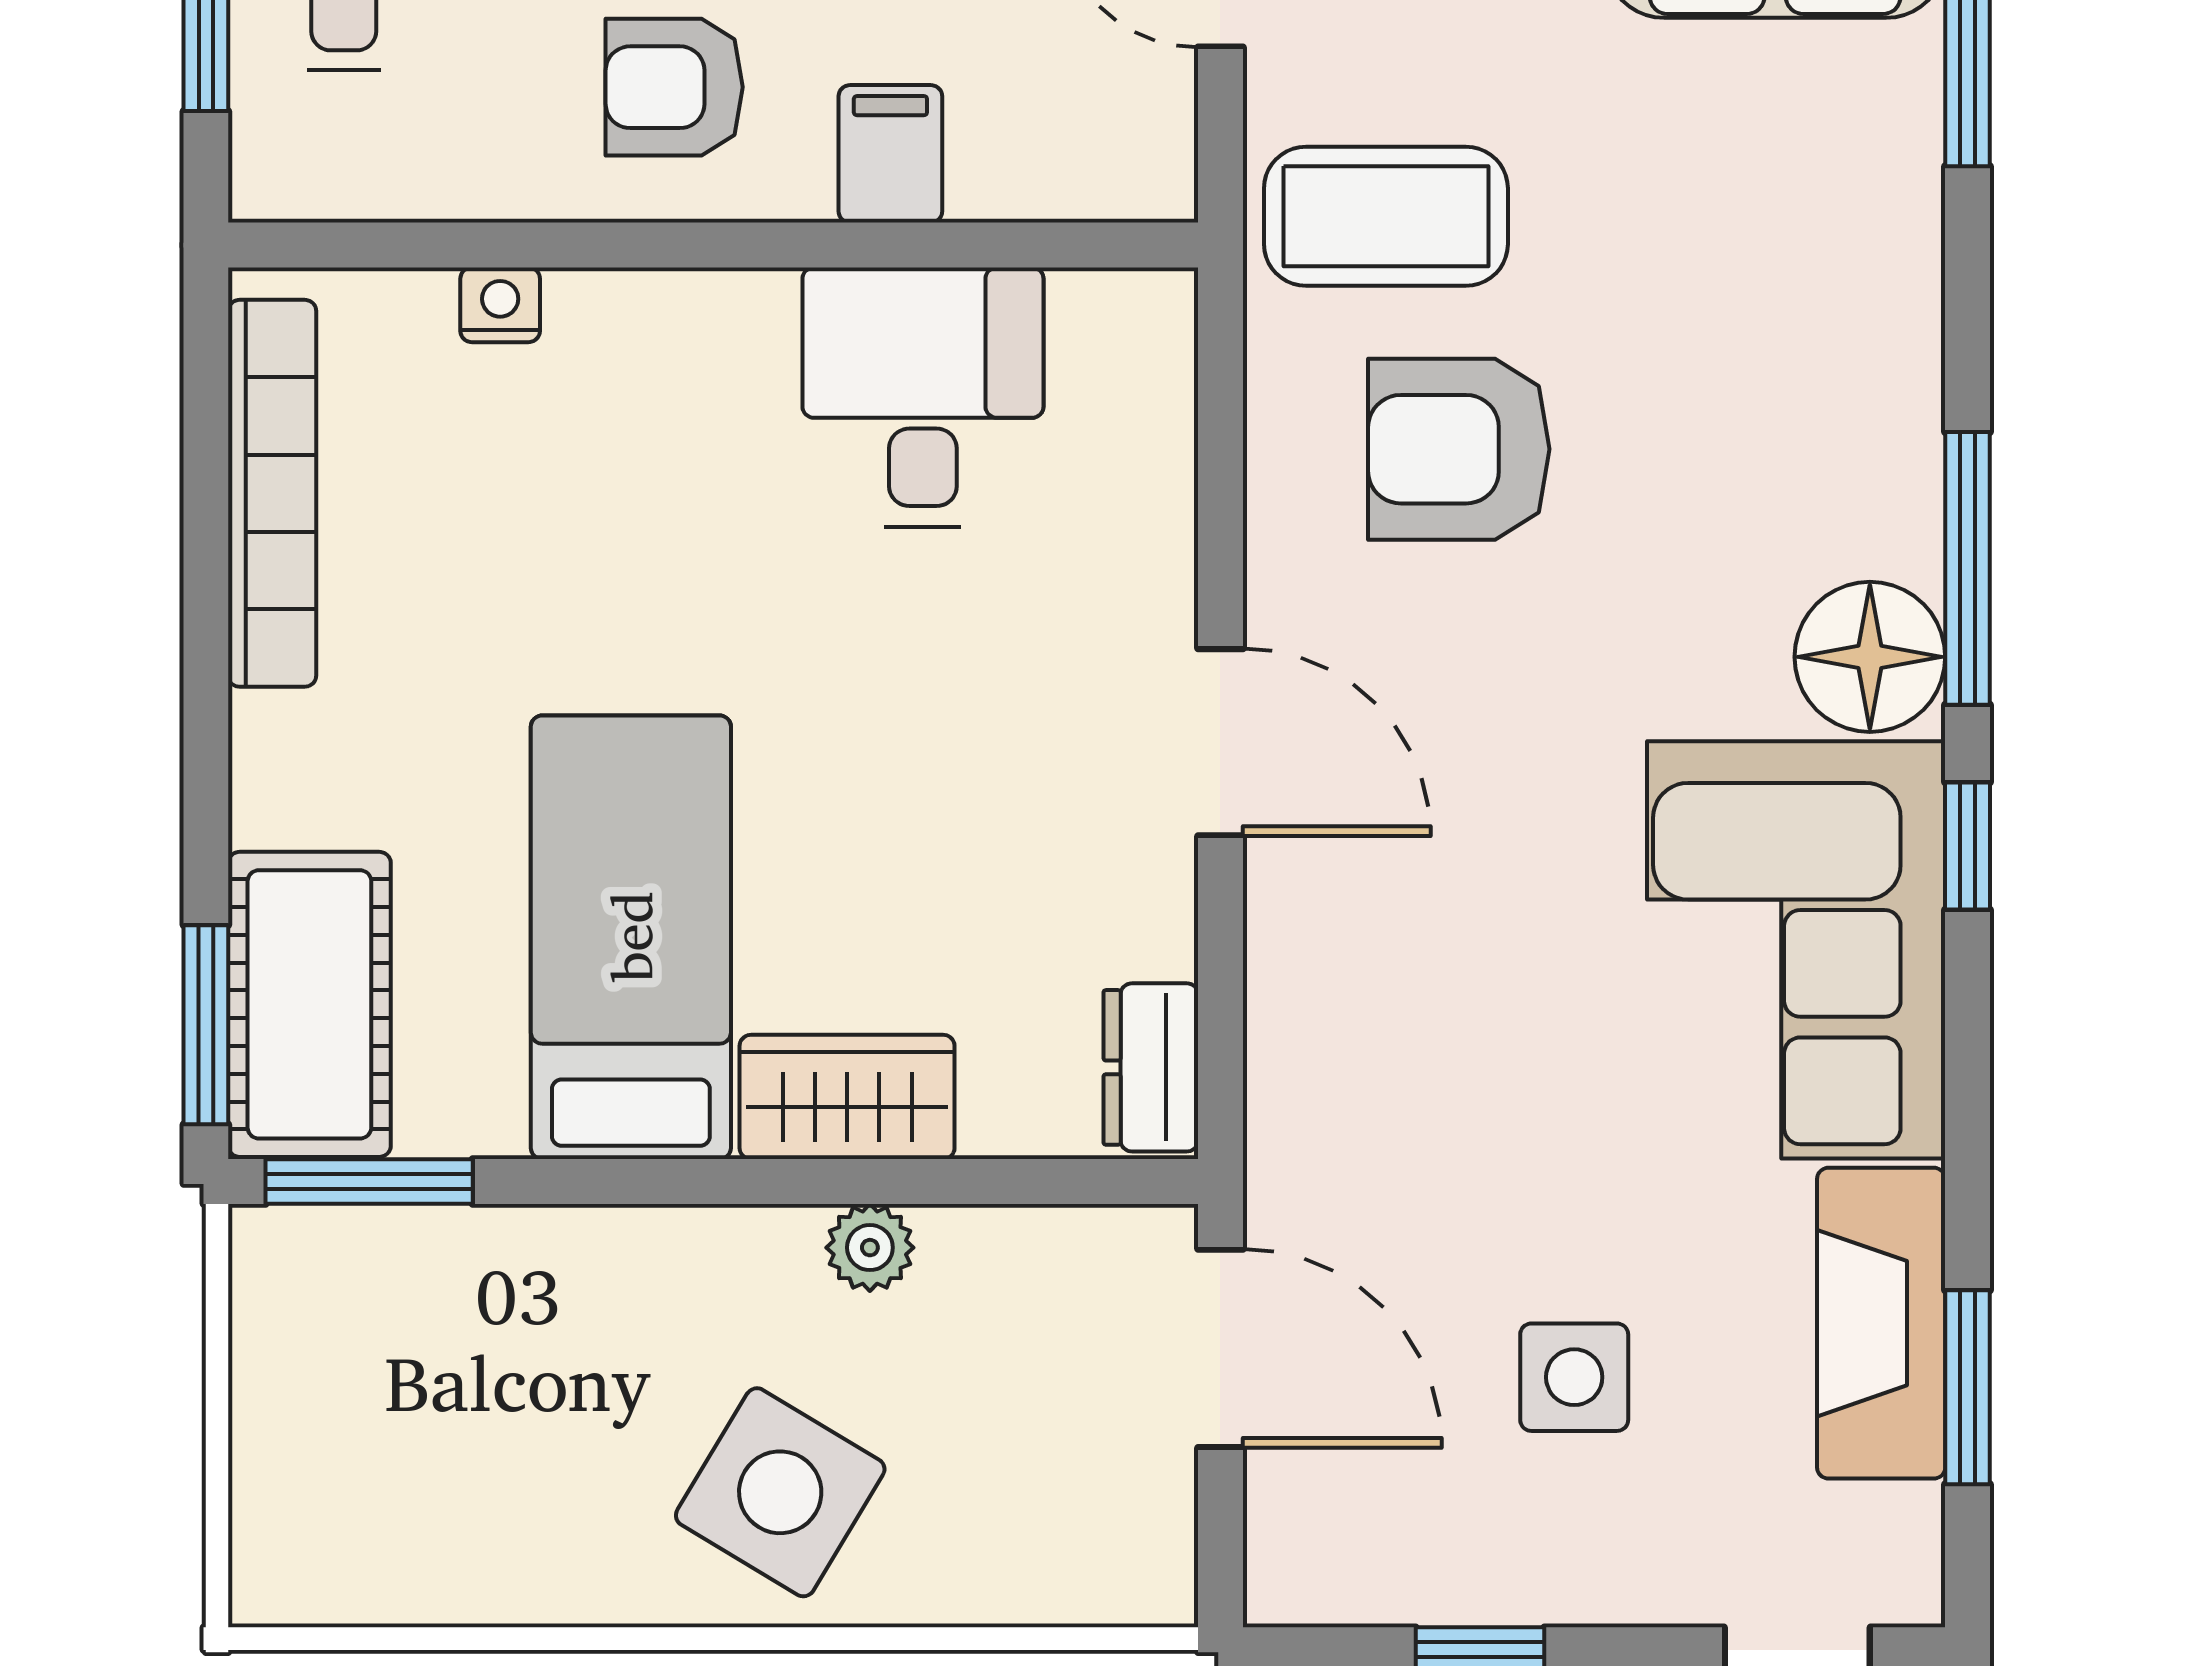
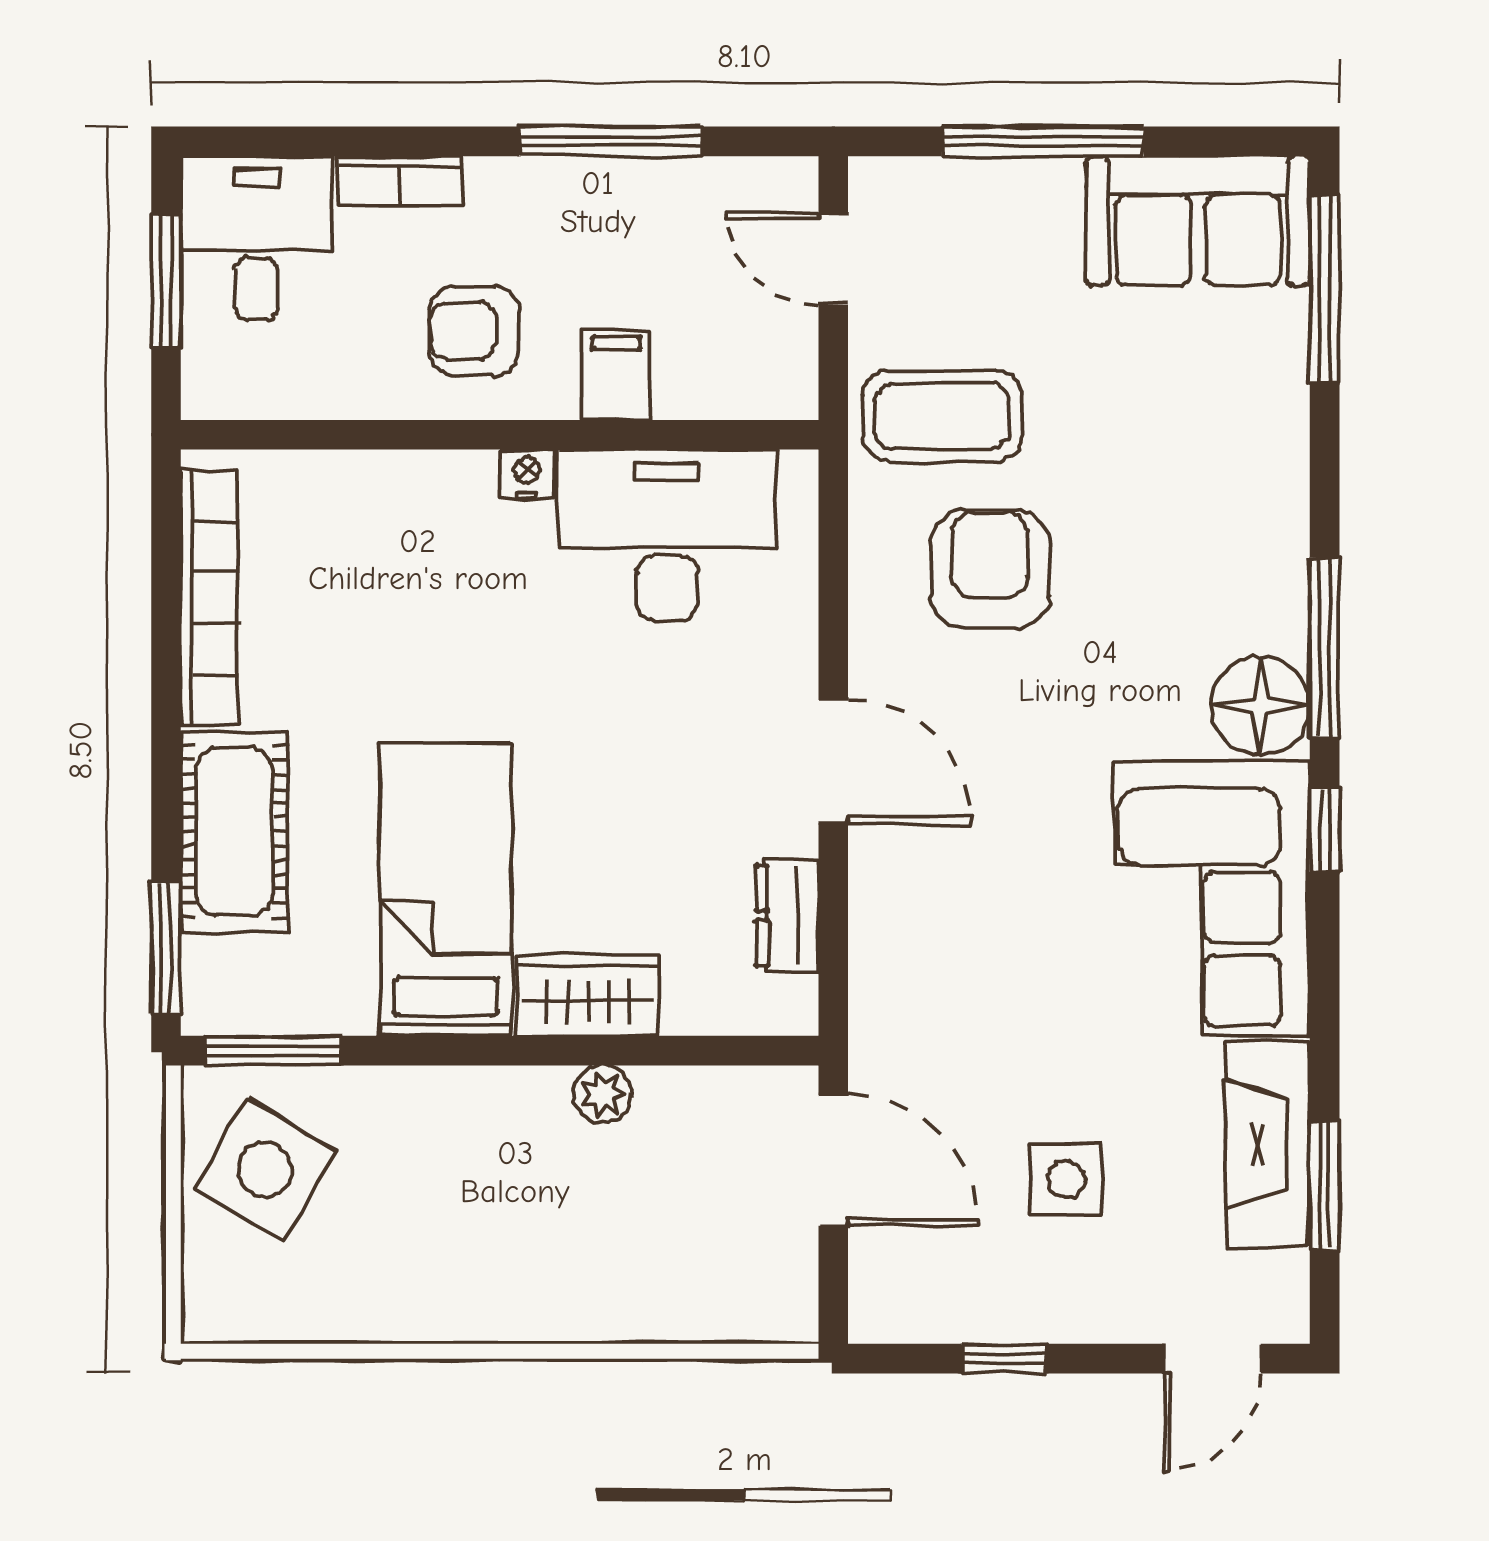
nightstand: (500, 305) -> (526, 474), moved
desk: (923, 397) -> (667, 535), width x1.37
armchair: (1459, 449) -> (990, 569), turned 90
cot: (309, 1004) -> (234, 832), moved
dresser: (1151, 1067) -> (787, 916), moved
side table: (780, 1492) -> (265, 1170), moved

